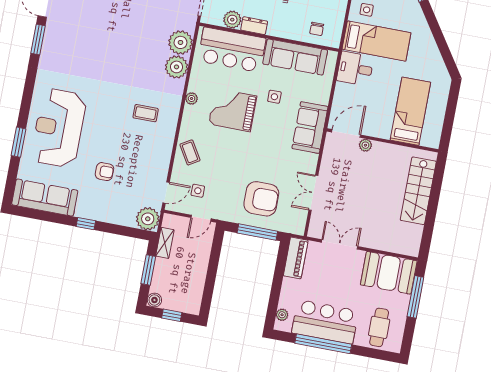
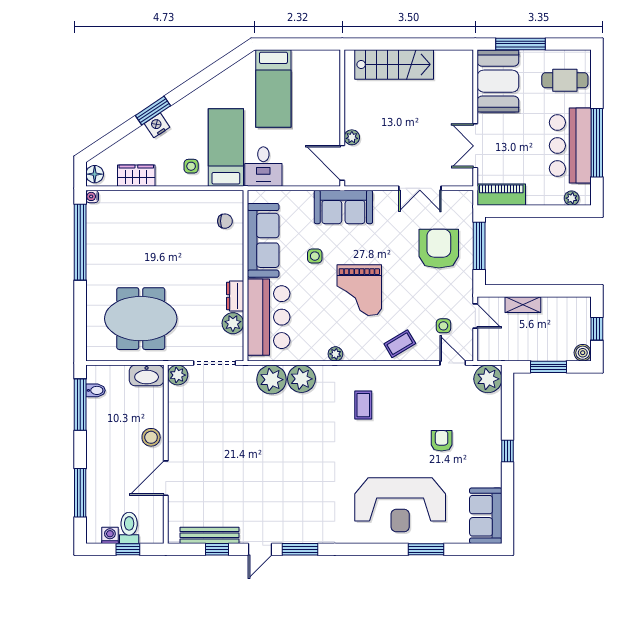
grand piano: (233, 110) -> (359, 290), moved
bed: (410, 111) -> (273, 89), moved, turned -90
sofa: (45, 198) -> (486, 516), width x0.73
shelving: (165, 243) -> (523, 305), moved

